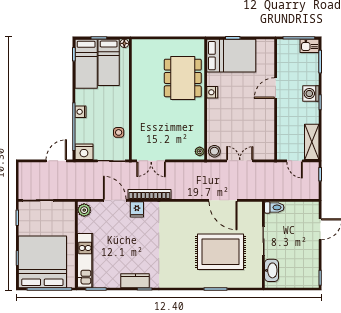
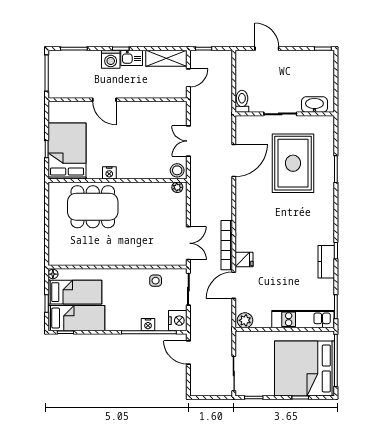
kitchen sink: (310, 46) -> (132, 58), moved, turned 90
nightstand: (80, 112) -> (148, 325), moved

